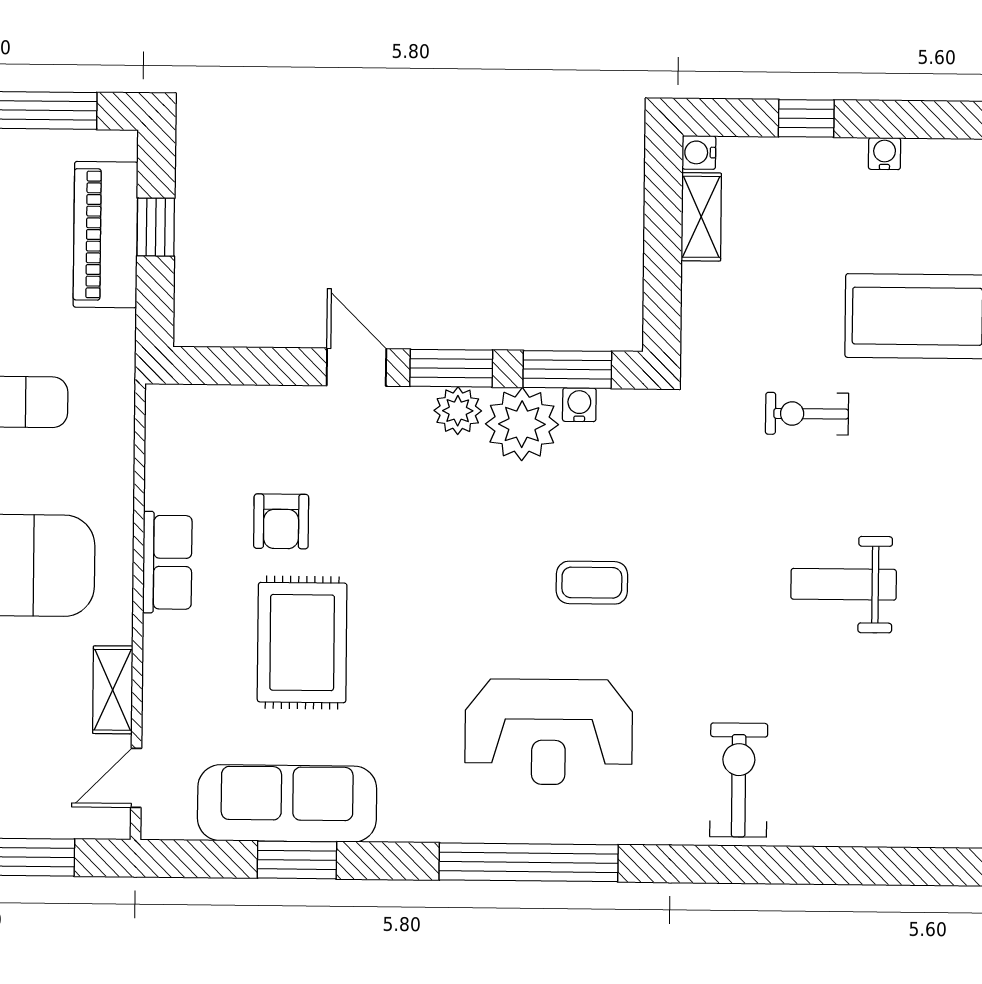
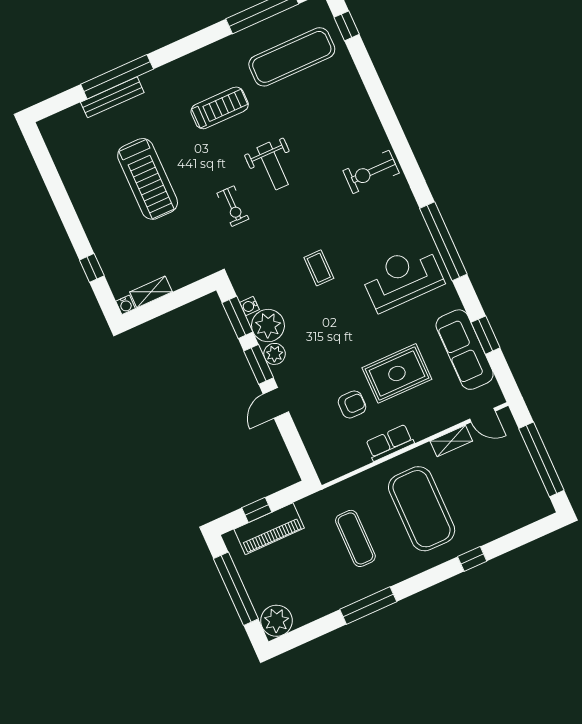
water cooler: (885, 154) -> (91, 230), removed
exercise bike: (807, 414) -> (233, 206), moved
reception desk: (549, 732) -> (402, 278), moved, turned -90

